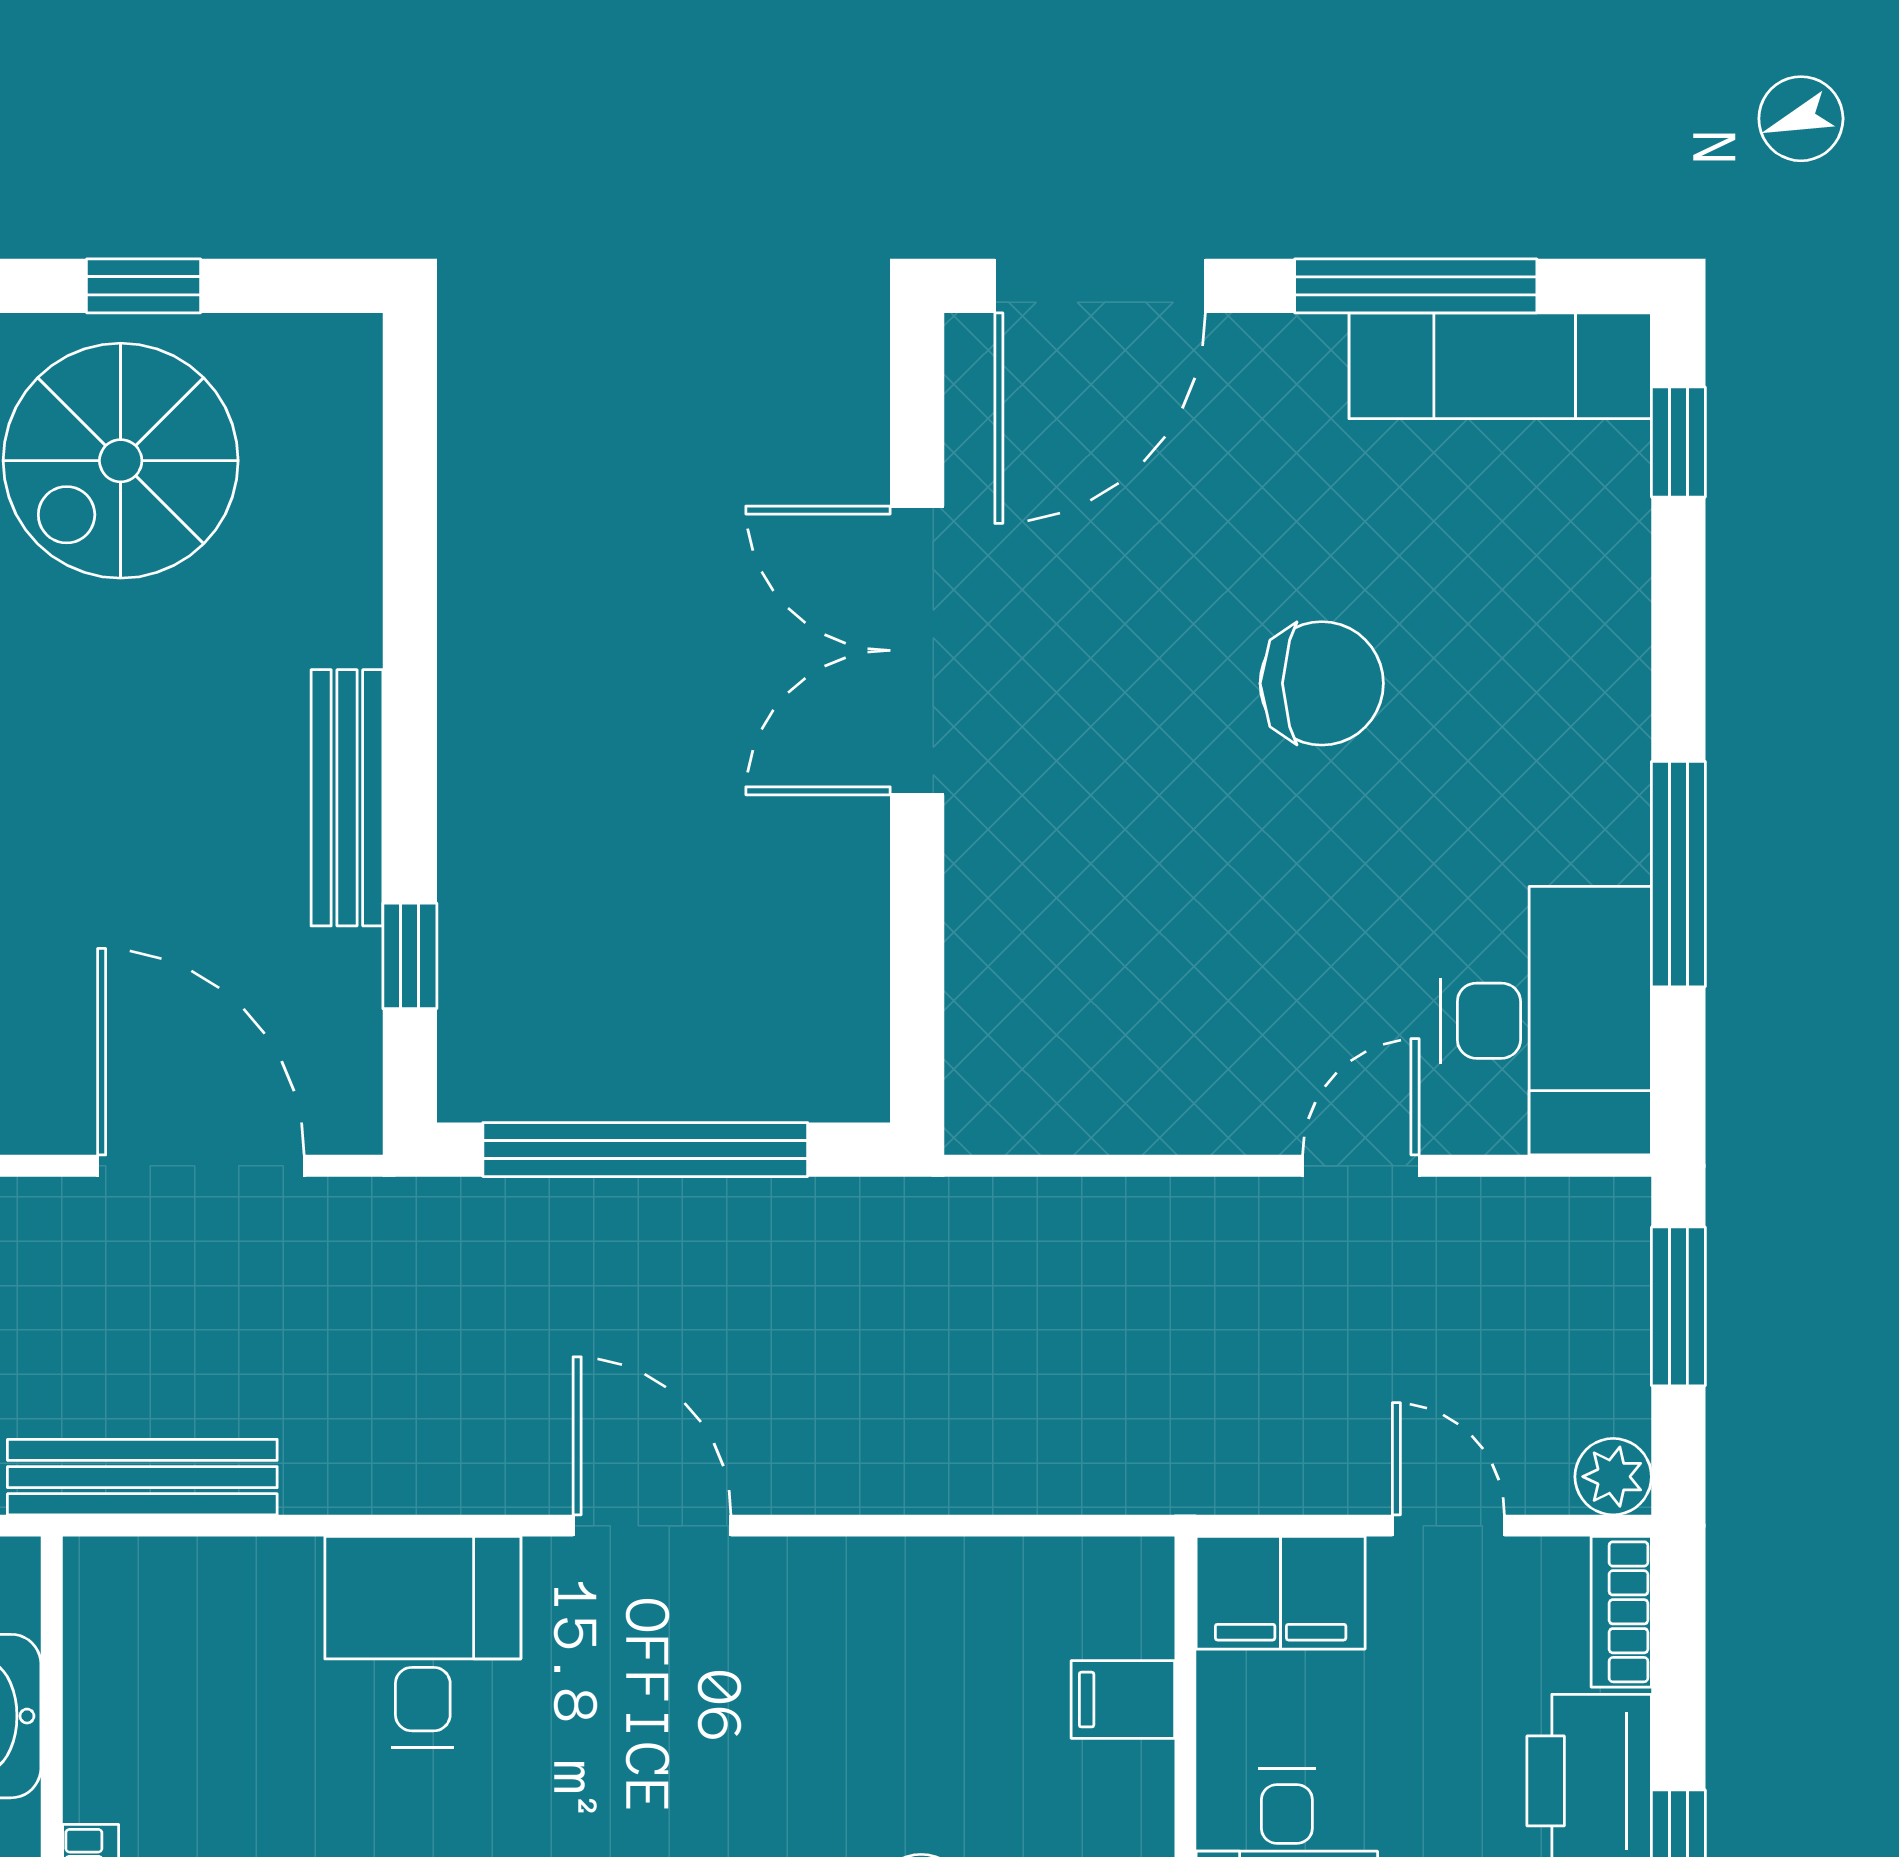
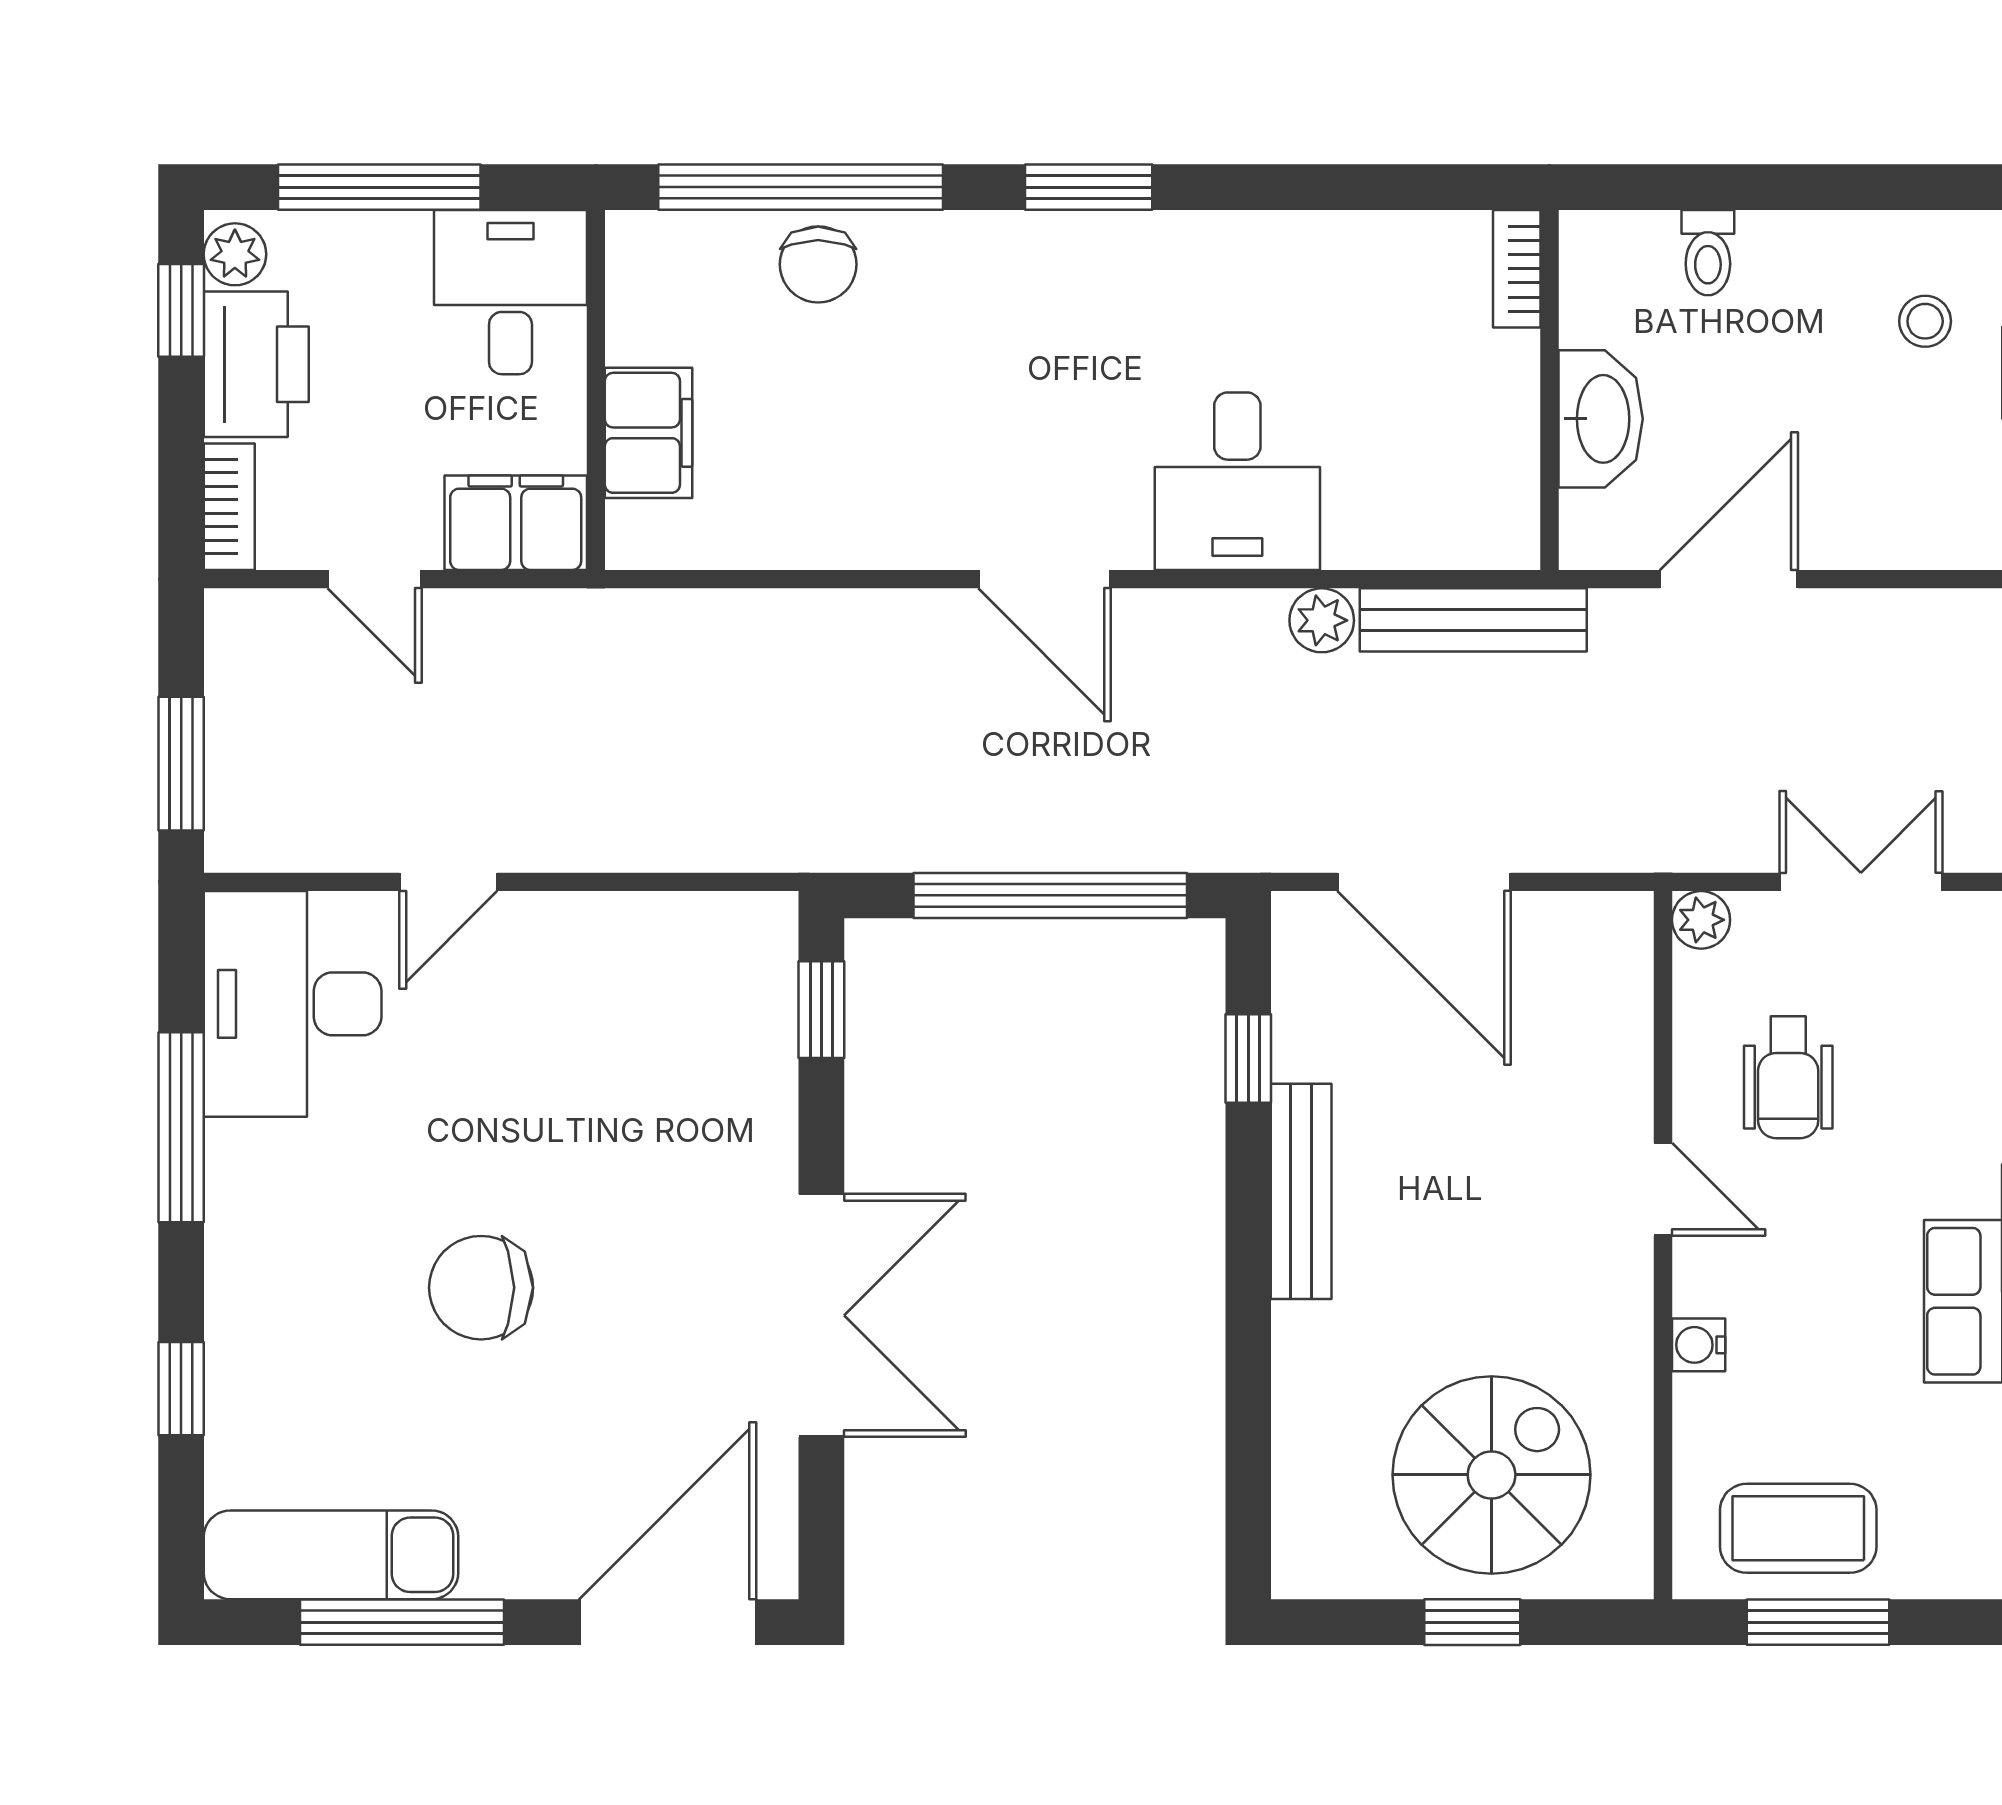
window: (1678, 442) -> (181, 1389), moved
window: (917, 1014) -> (821, 1010), added
plant: (1613, 1477) -> (1322, 620), moved
filing cabinet: (1123, 1700) -> (648, 433), width x2.00

